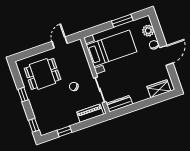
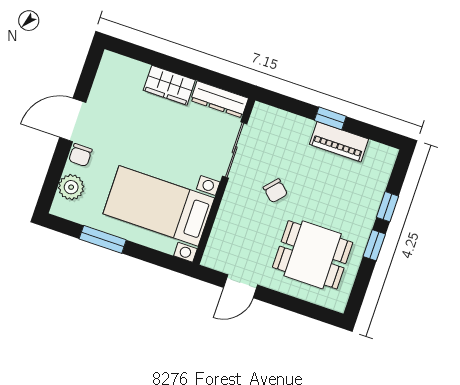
wardrobe: (159, 89) -> (169, 85), moved
piano: (90, 113) -> (339, 142), moved
window: (34, 125) -> (387, 207), moved
window: (64, 131) -> (330, 118), moved

